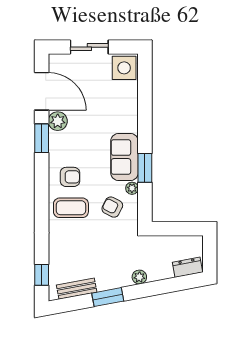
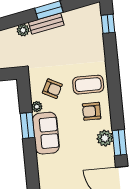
plant: (58, 121) -> (105, 138), moved
bench: (77, 289) -> (46, 24), moved

